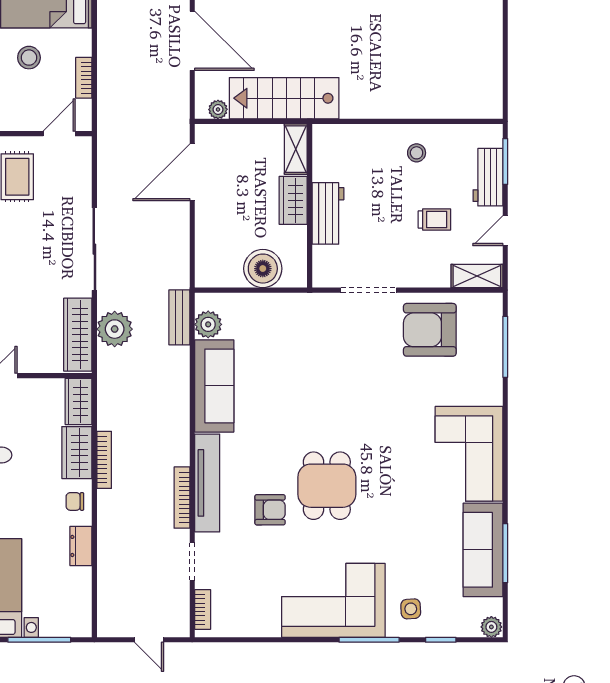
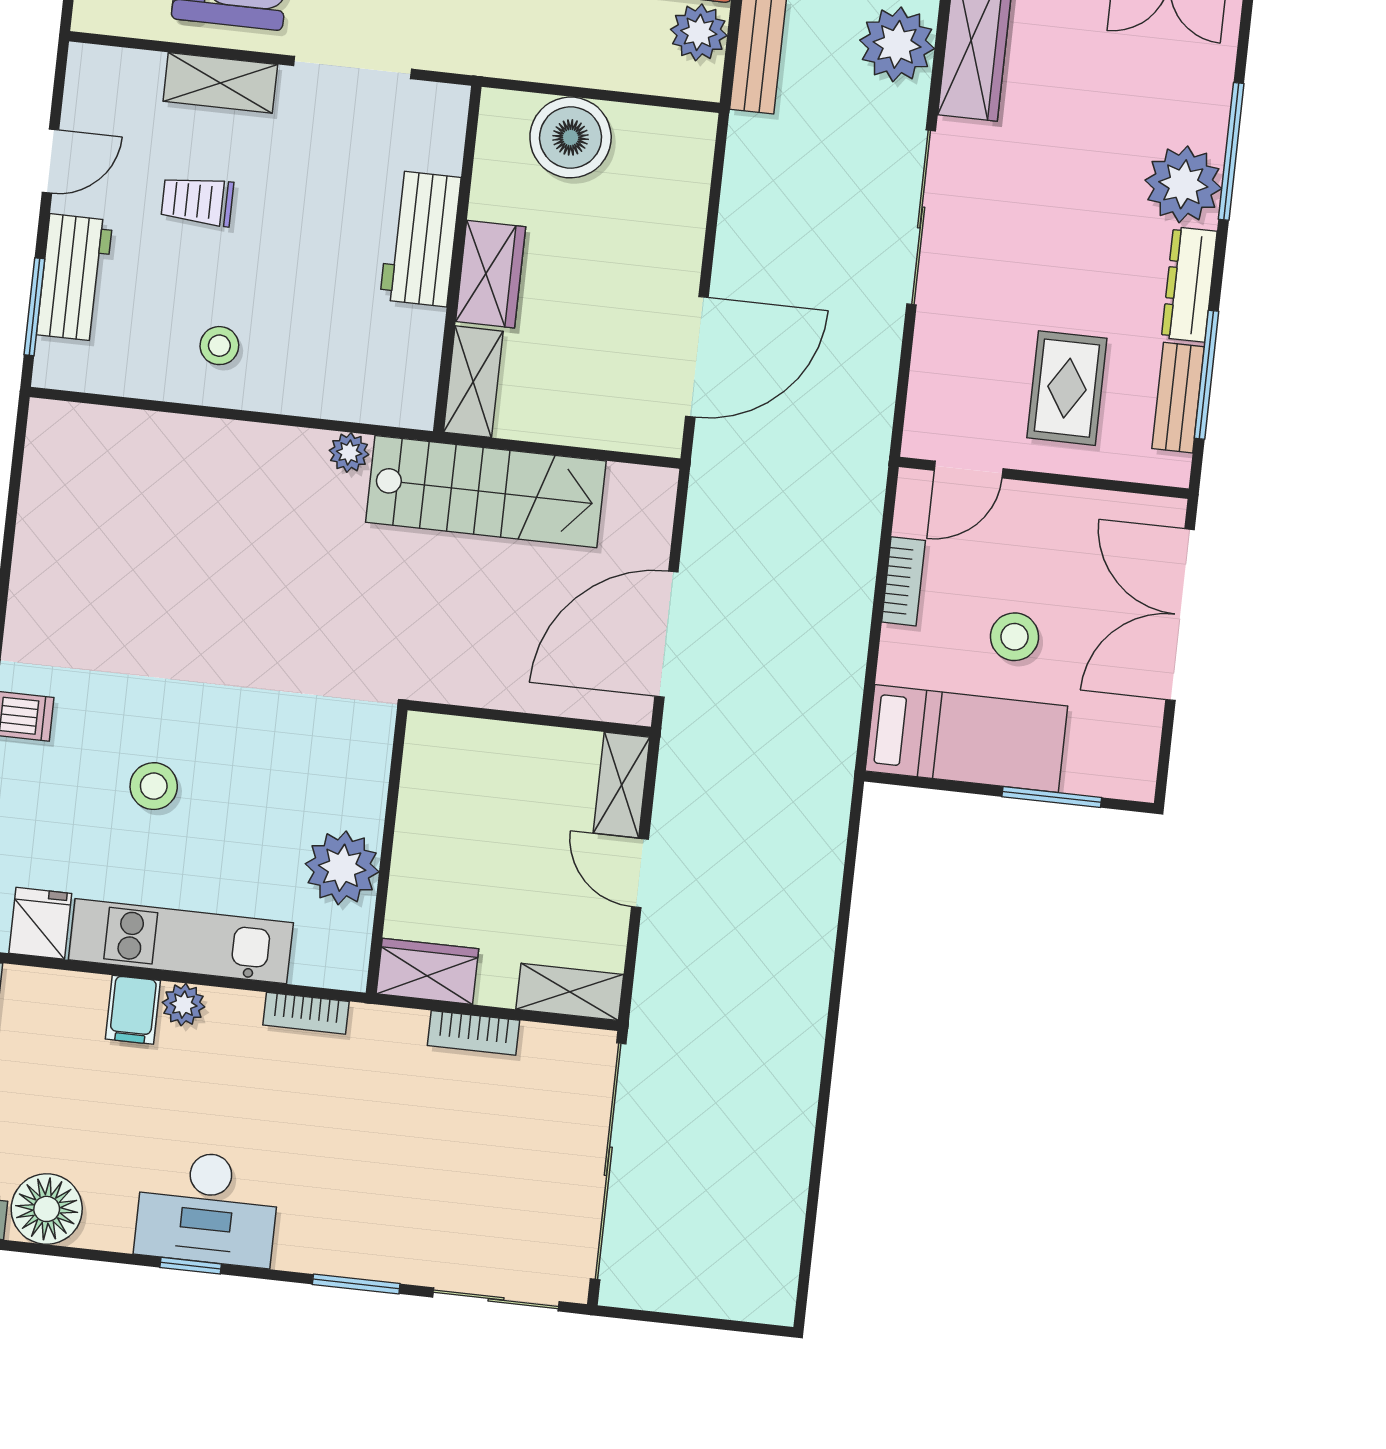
door: (192, 41) -> (666, 634), hinge flipped
plant: (218, 109) -> (349, 452), moved
shelving: (477, 276) -> (220, 83), moved

